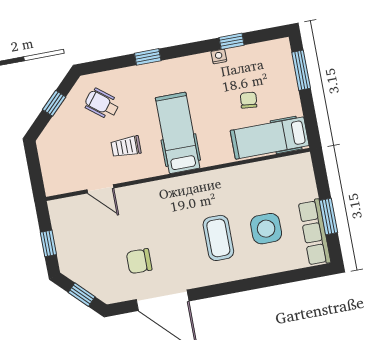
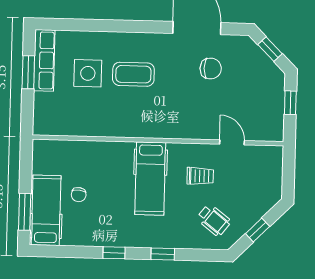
window: (232, 41) -> (114, 253), moved
nightstand: (219, 56) -> (97, 241), removed
hospital bed: (270, 138) -> (46, 210), moved, turned -90
coffee table: (218, 238) -> (133, 74), turned 90

